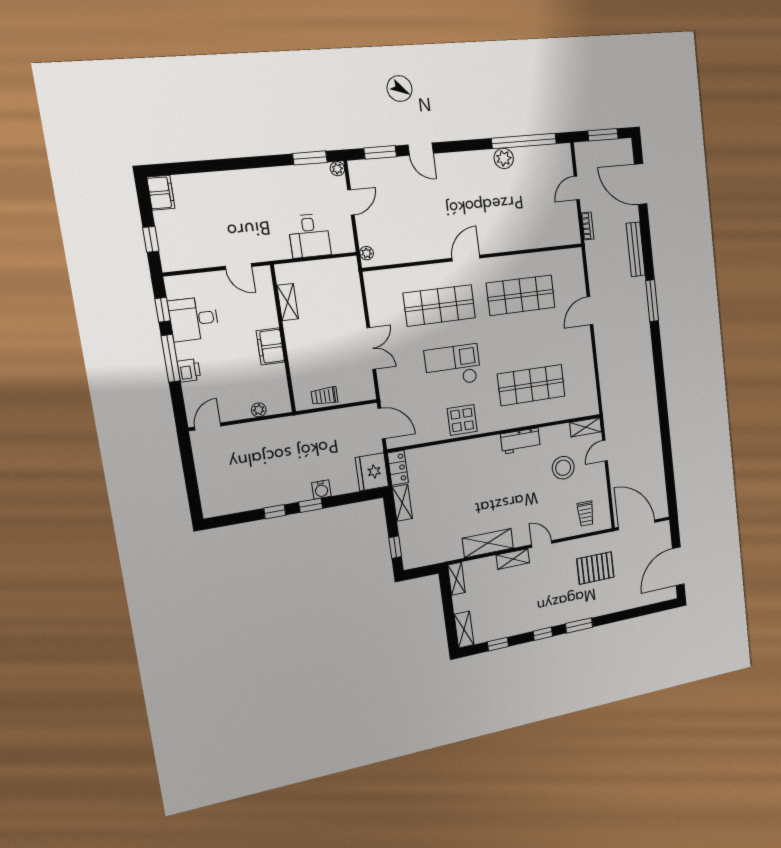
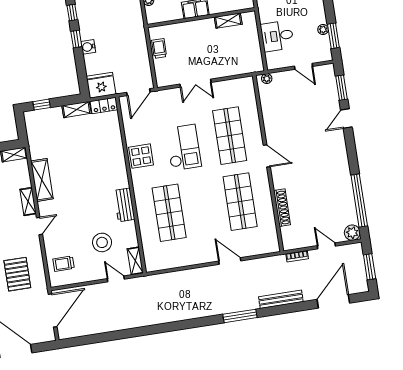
plant: (504, 158) -> (352, 233), moved
plant: (337, 169) -> (323, 30), moved
shoe rack: (530, 242) -> (282, 208), added

